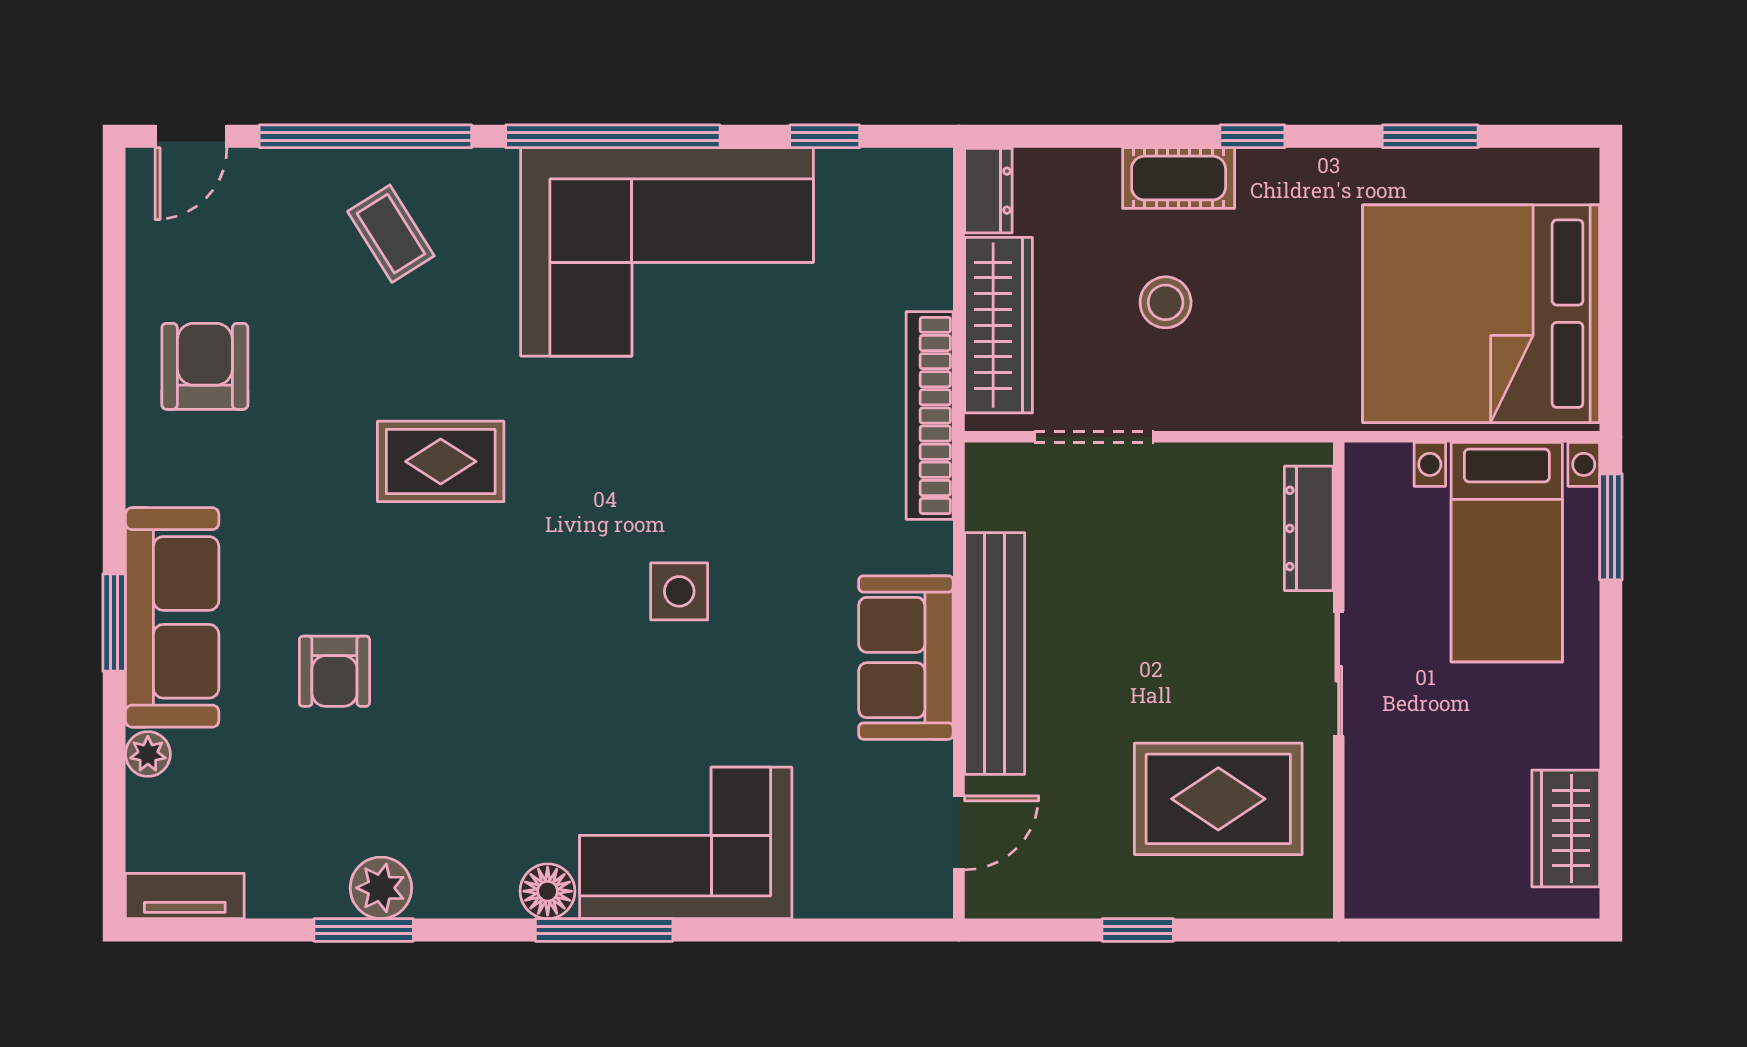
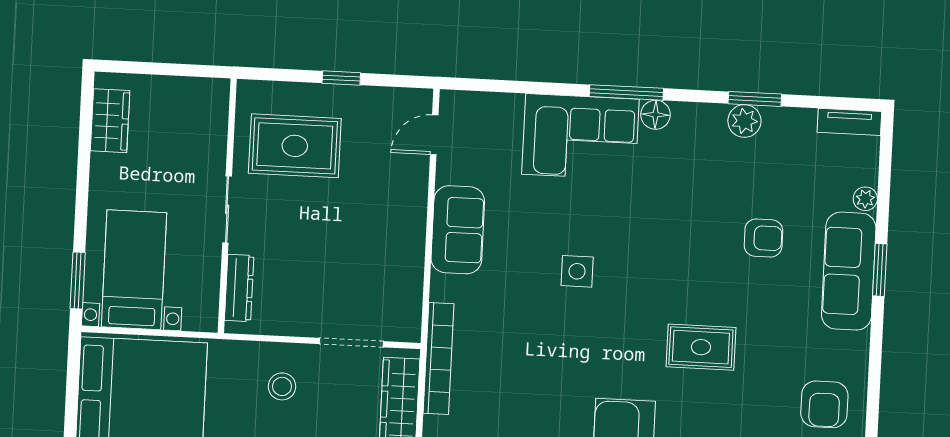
stool: (1166, 302) -> (282, 386), moved
bench: (995, 654) -> (410, 230), removed
armchair: (334, 671) -> (763, 238), turned 90

